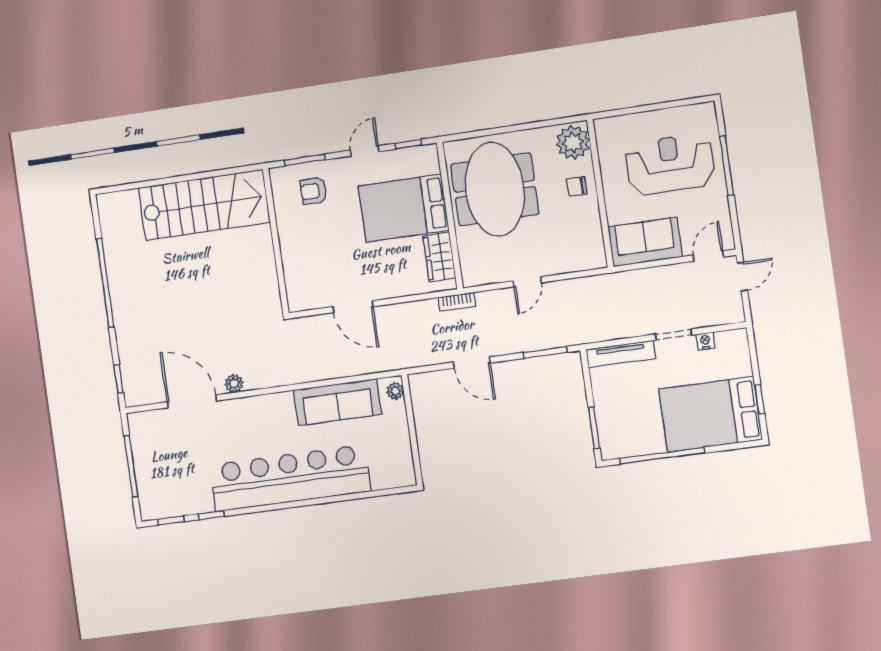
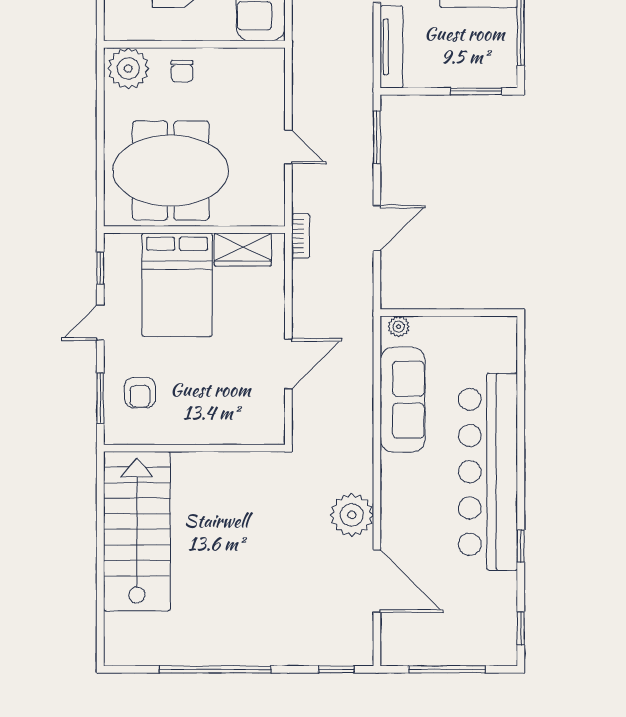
door: (365, 151) -> (100, 323), hinge flipped
plant: (234, 383) -> (352, 515), width x1.88, depth x1.88
door: (192, 401) -> (377, 581), swing flipped
window: (211, 515) -> (521, 546), moved

